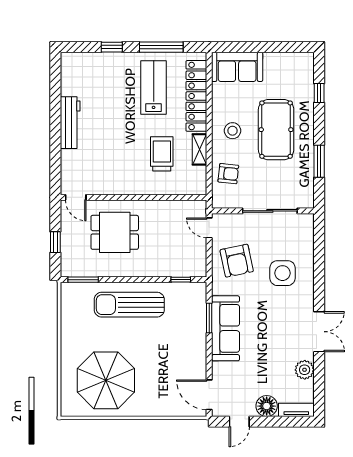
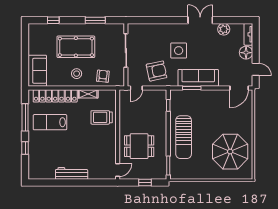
trolley: (162, 154) -> (102, 117), moved
dining table: (115, 232) -> (139, 146), turned 90
side table: (282, 273) -> (179, 51), moved

